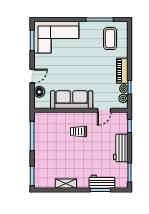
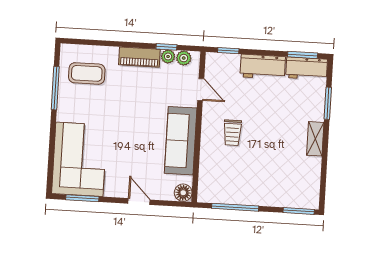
floor lamp: (39, 92) -> (183, 193), moved
workbench: (102, 182) -> (306, 68), moved, turned -90
shelving: (66, 184) -> (315, 139), moved

